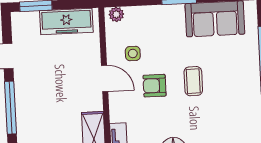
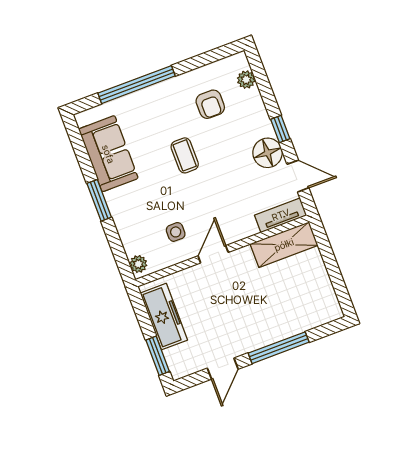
coffee table: (193, 81) -> (185, 155), turned 90
armchair: (155, 86) -> (210, 104), moved

